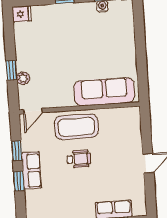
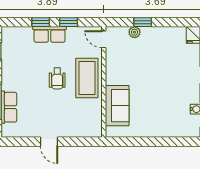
sofa: (104, 92) -> (117, 106), width x0.73

